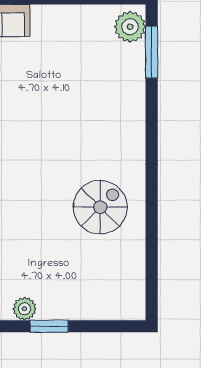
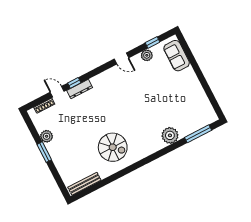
plant: (130, 27) -> (170, 135), moved
bench: (137, 286) -> (84, 184), added

